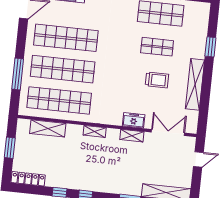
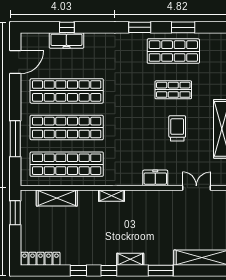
trolley: (157, 80) -> (177, 128), turned -90
double door: (168, 133) -> (196, 188), width x0.73
shelving: (132, 136) -> (130, 259), moved
window: (10, 148) -> (15, 213), moved

